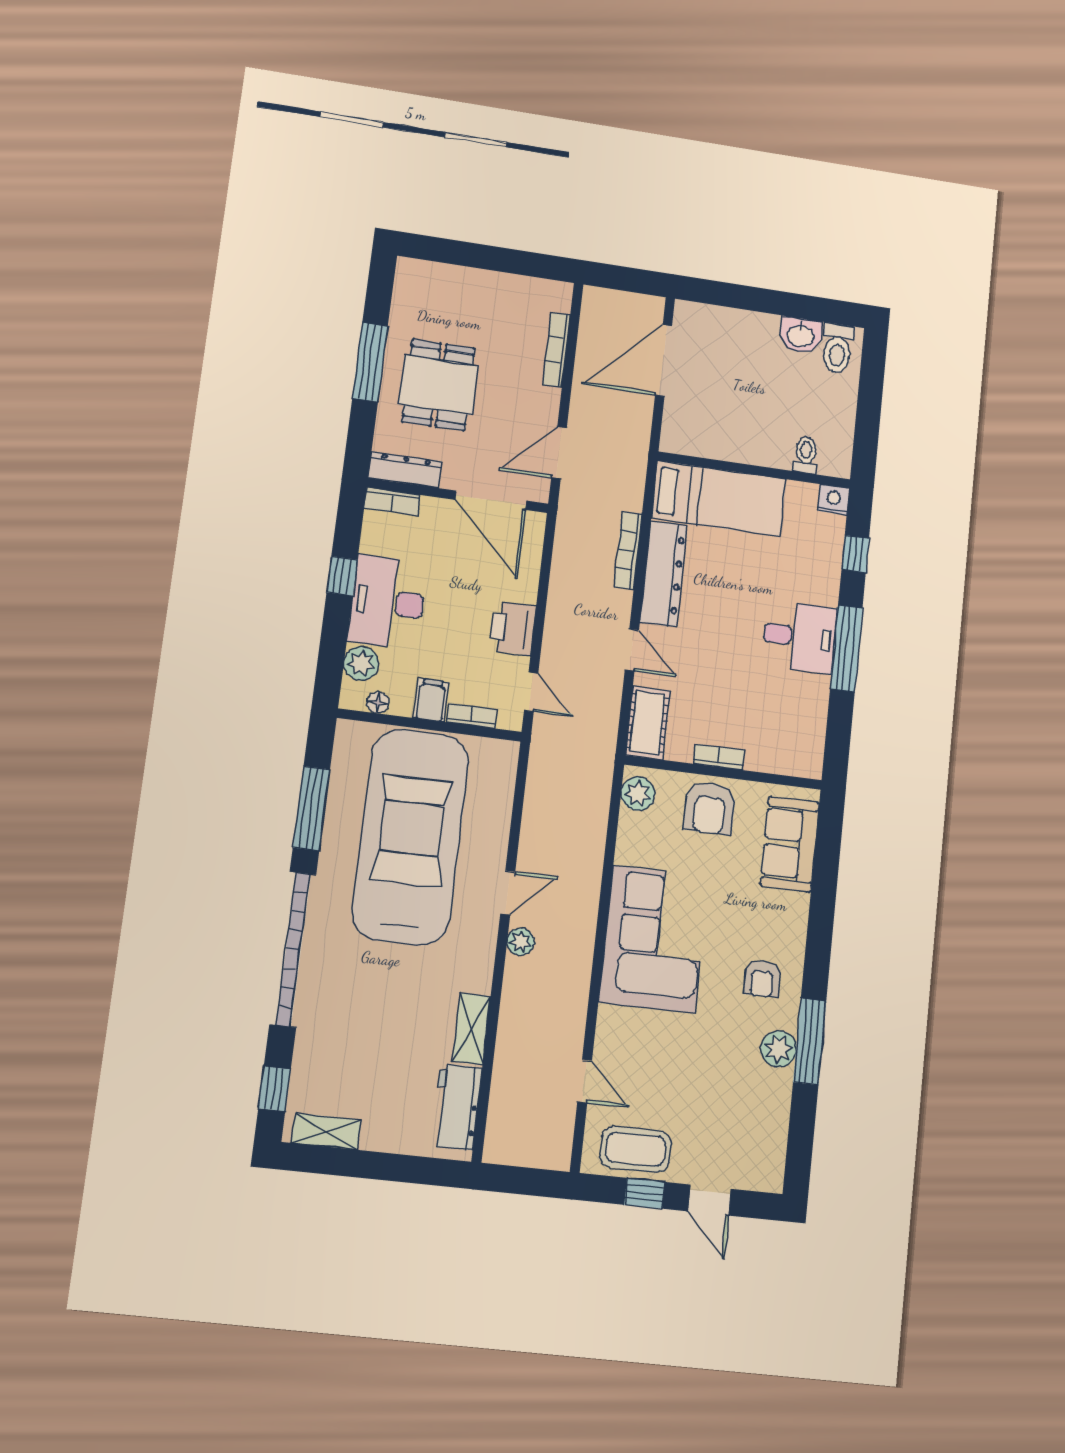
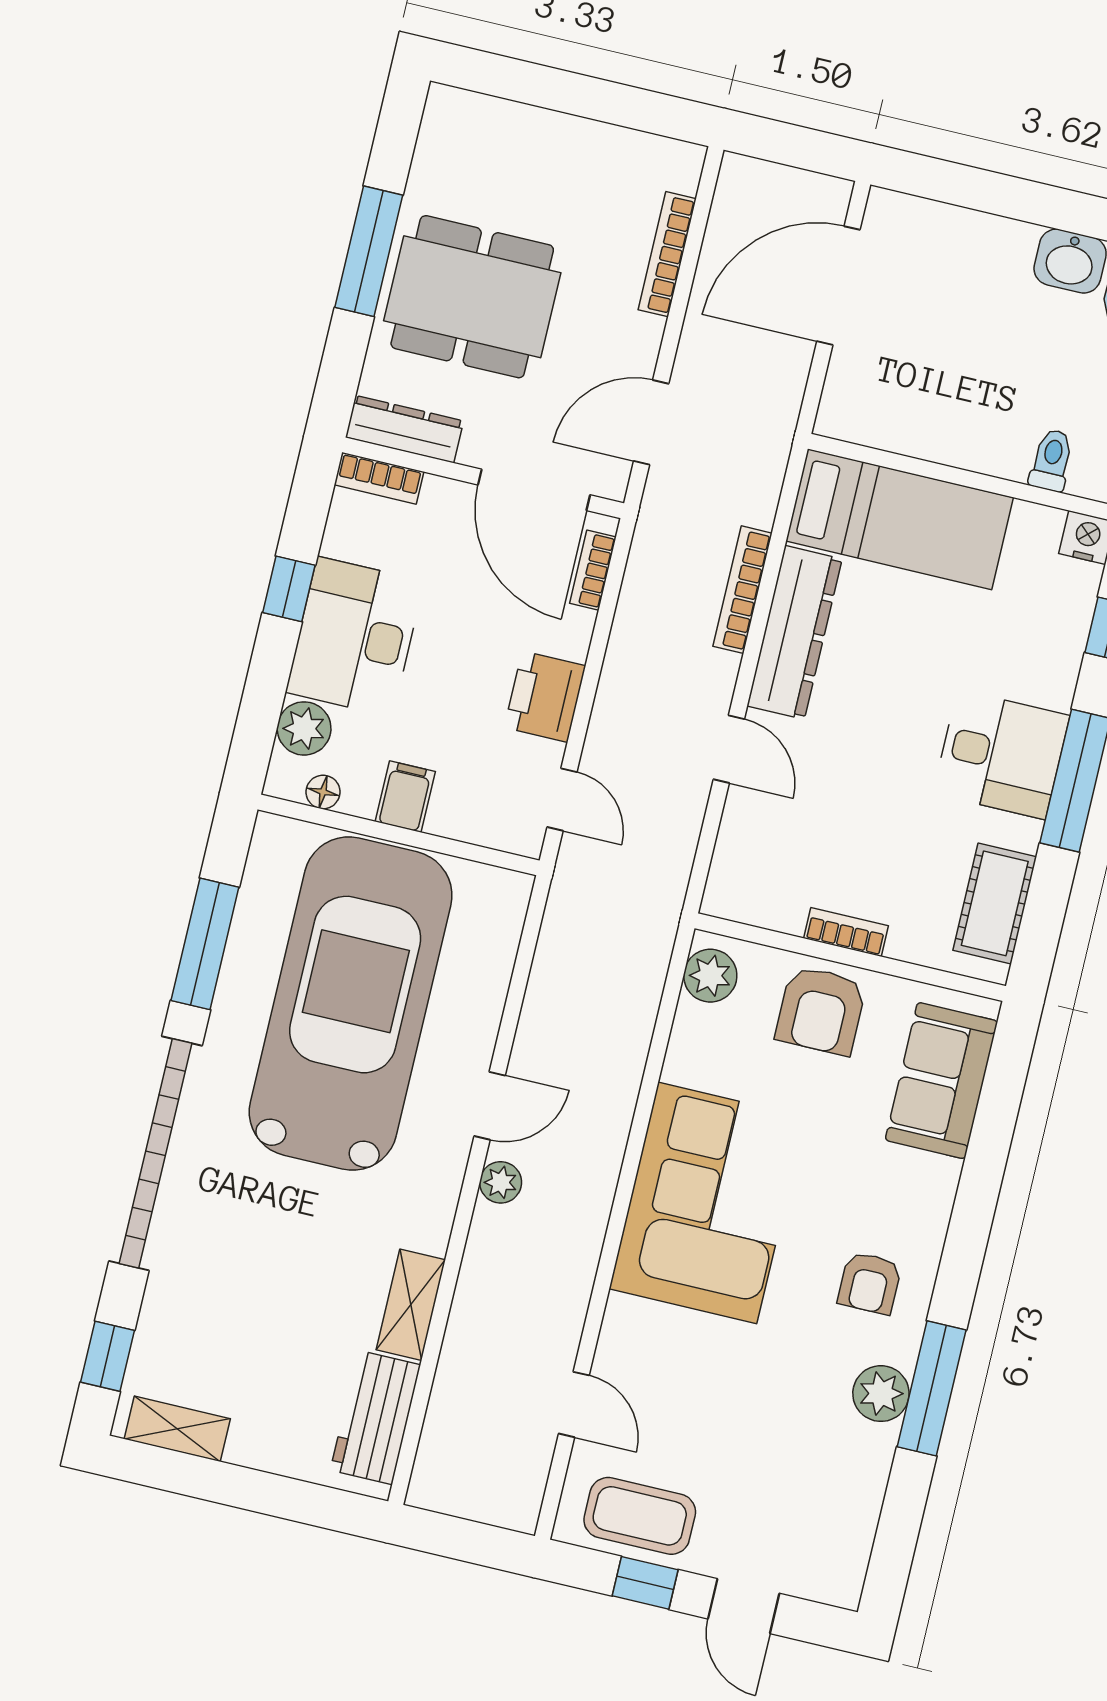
dining table: (438, 385) -> (472, 297), width x1.38
bookcase: (472, 716) -> (593, 570), moved, turned -90
cot: (648, 723) -> (995, 903), moved

